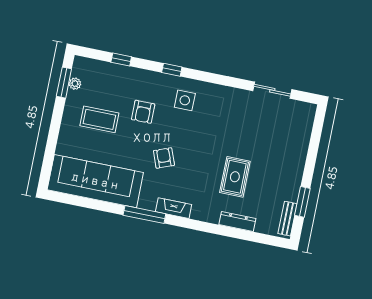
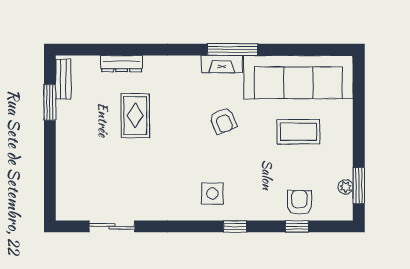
armchair: (143, 112) -> (299, 202), moved
coffee table: (99, 119) -> (298, 132), moved
fireplace: (174, 208) -> (222, 64), moved

